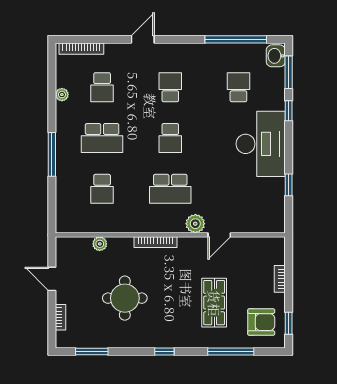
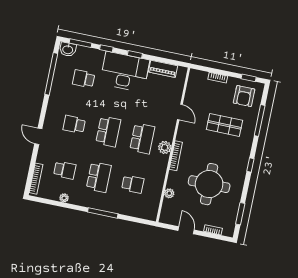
school desk: (170, 138) -> (108, 131), width x1.85
window: (289, 185) -> (135, 54), moved
piano: (276, 198) -> (163, 69), added
plant: (195, 224) -> (165, 147), moved
door: (52, 279) -> (186, 230), swing flipped
round table: (125, 298) -> (209, 184), width x1.36, depth x1.36
armchair: (261, 322) -> (244, 96), turned 180

